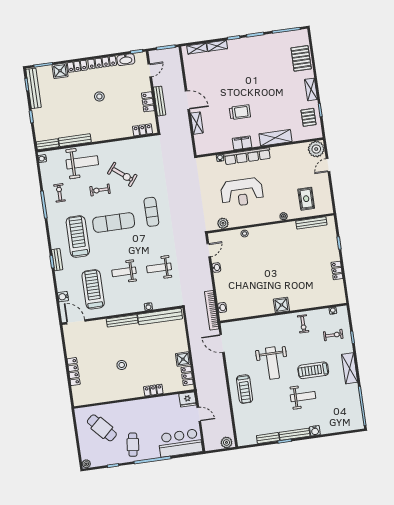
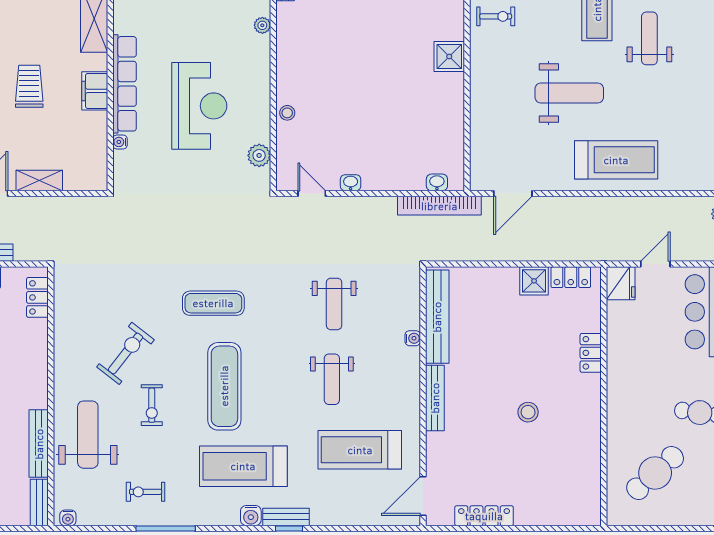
water cooler: (63, 297) -> (251, 516), moved
locker: (74, 372) -> (484, 516), moved
treadmill: (245, 389) -> (616, 160), width x1.37, depth x1.38

